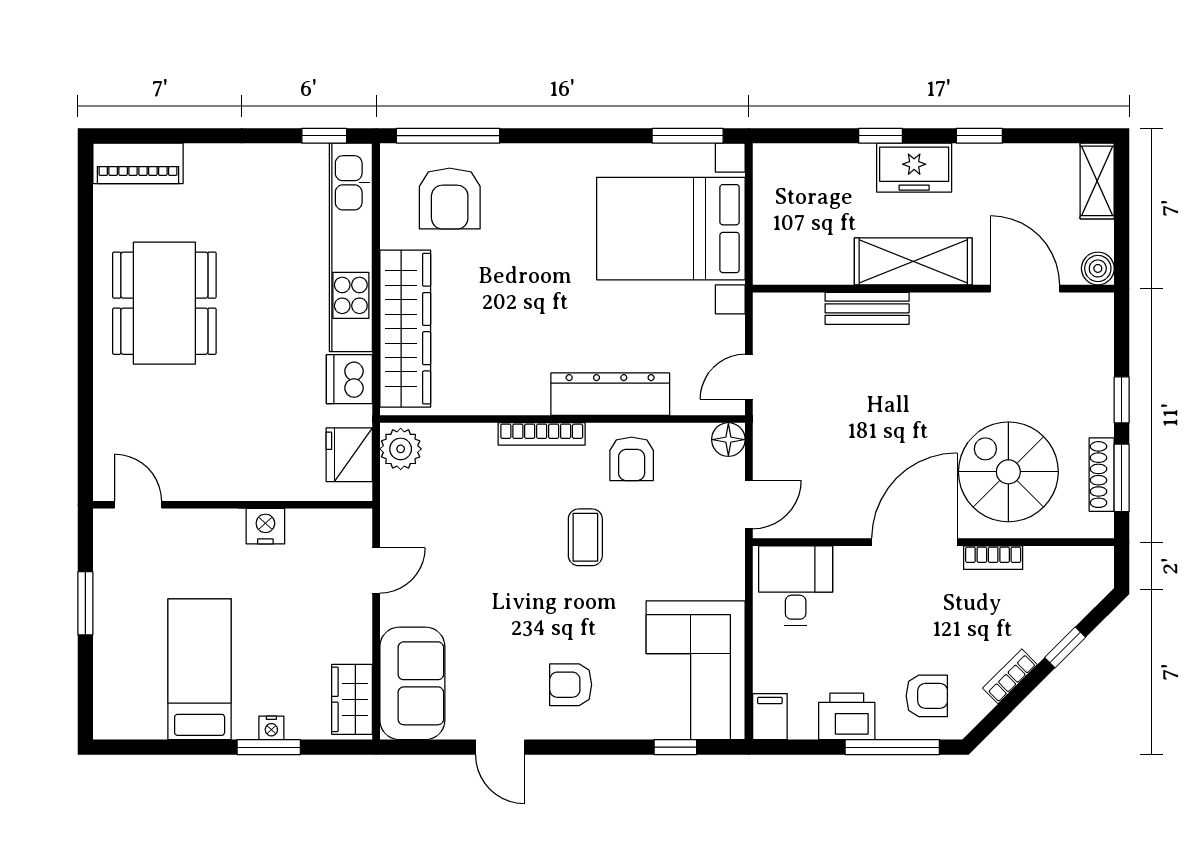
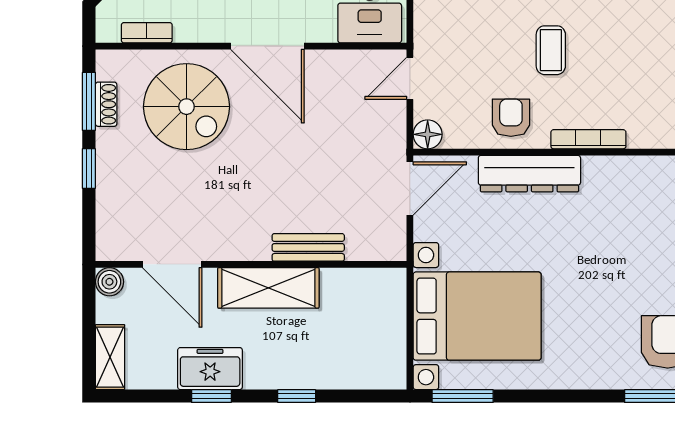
freezer: (914, 168) -> (210, 369), moved
door: (749, 377) -> (410, 189), width x1.38
shoe rack: (1102, 475) -> (106, 104), width x0.70
door: (914, 542) -> (267, 46), hinge flipped
bookcase: (993, 558) -> (147, 33), moved

